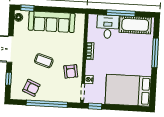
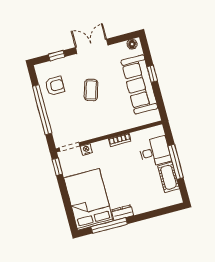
window: (27, 8) -> (152, 74), moved
cot: (135, 25) -> (168, 177), width x0.73, depth x0.75
window: (155, 53) -> (109, 226), moved
dresser: (147, 67) -> (123, 213), added
armchair: (71, 71) -> (89, 125), removed
armchair: (31, 88) -> (55, 86), turned -113

